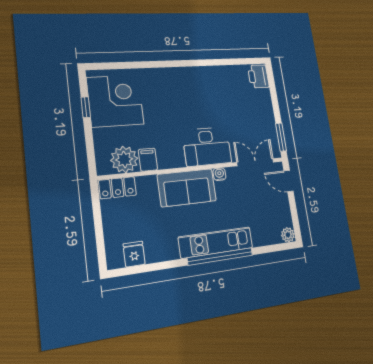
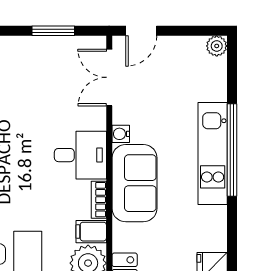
window: (281, 137) -> (53, 31), moved
desk: (207, 147) -> (80, 155), width x0.73
bookcase: (172, 163) -> (99, 200), added

